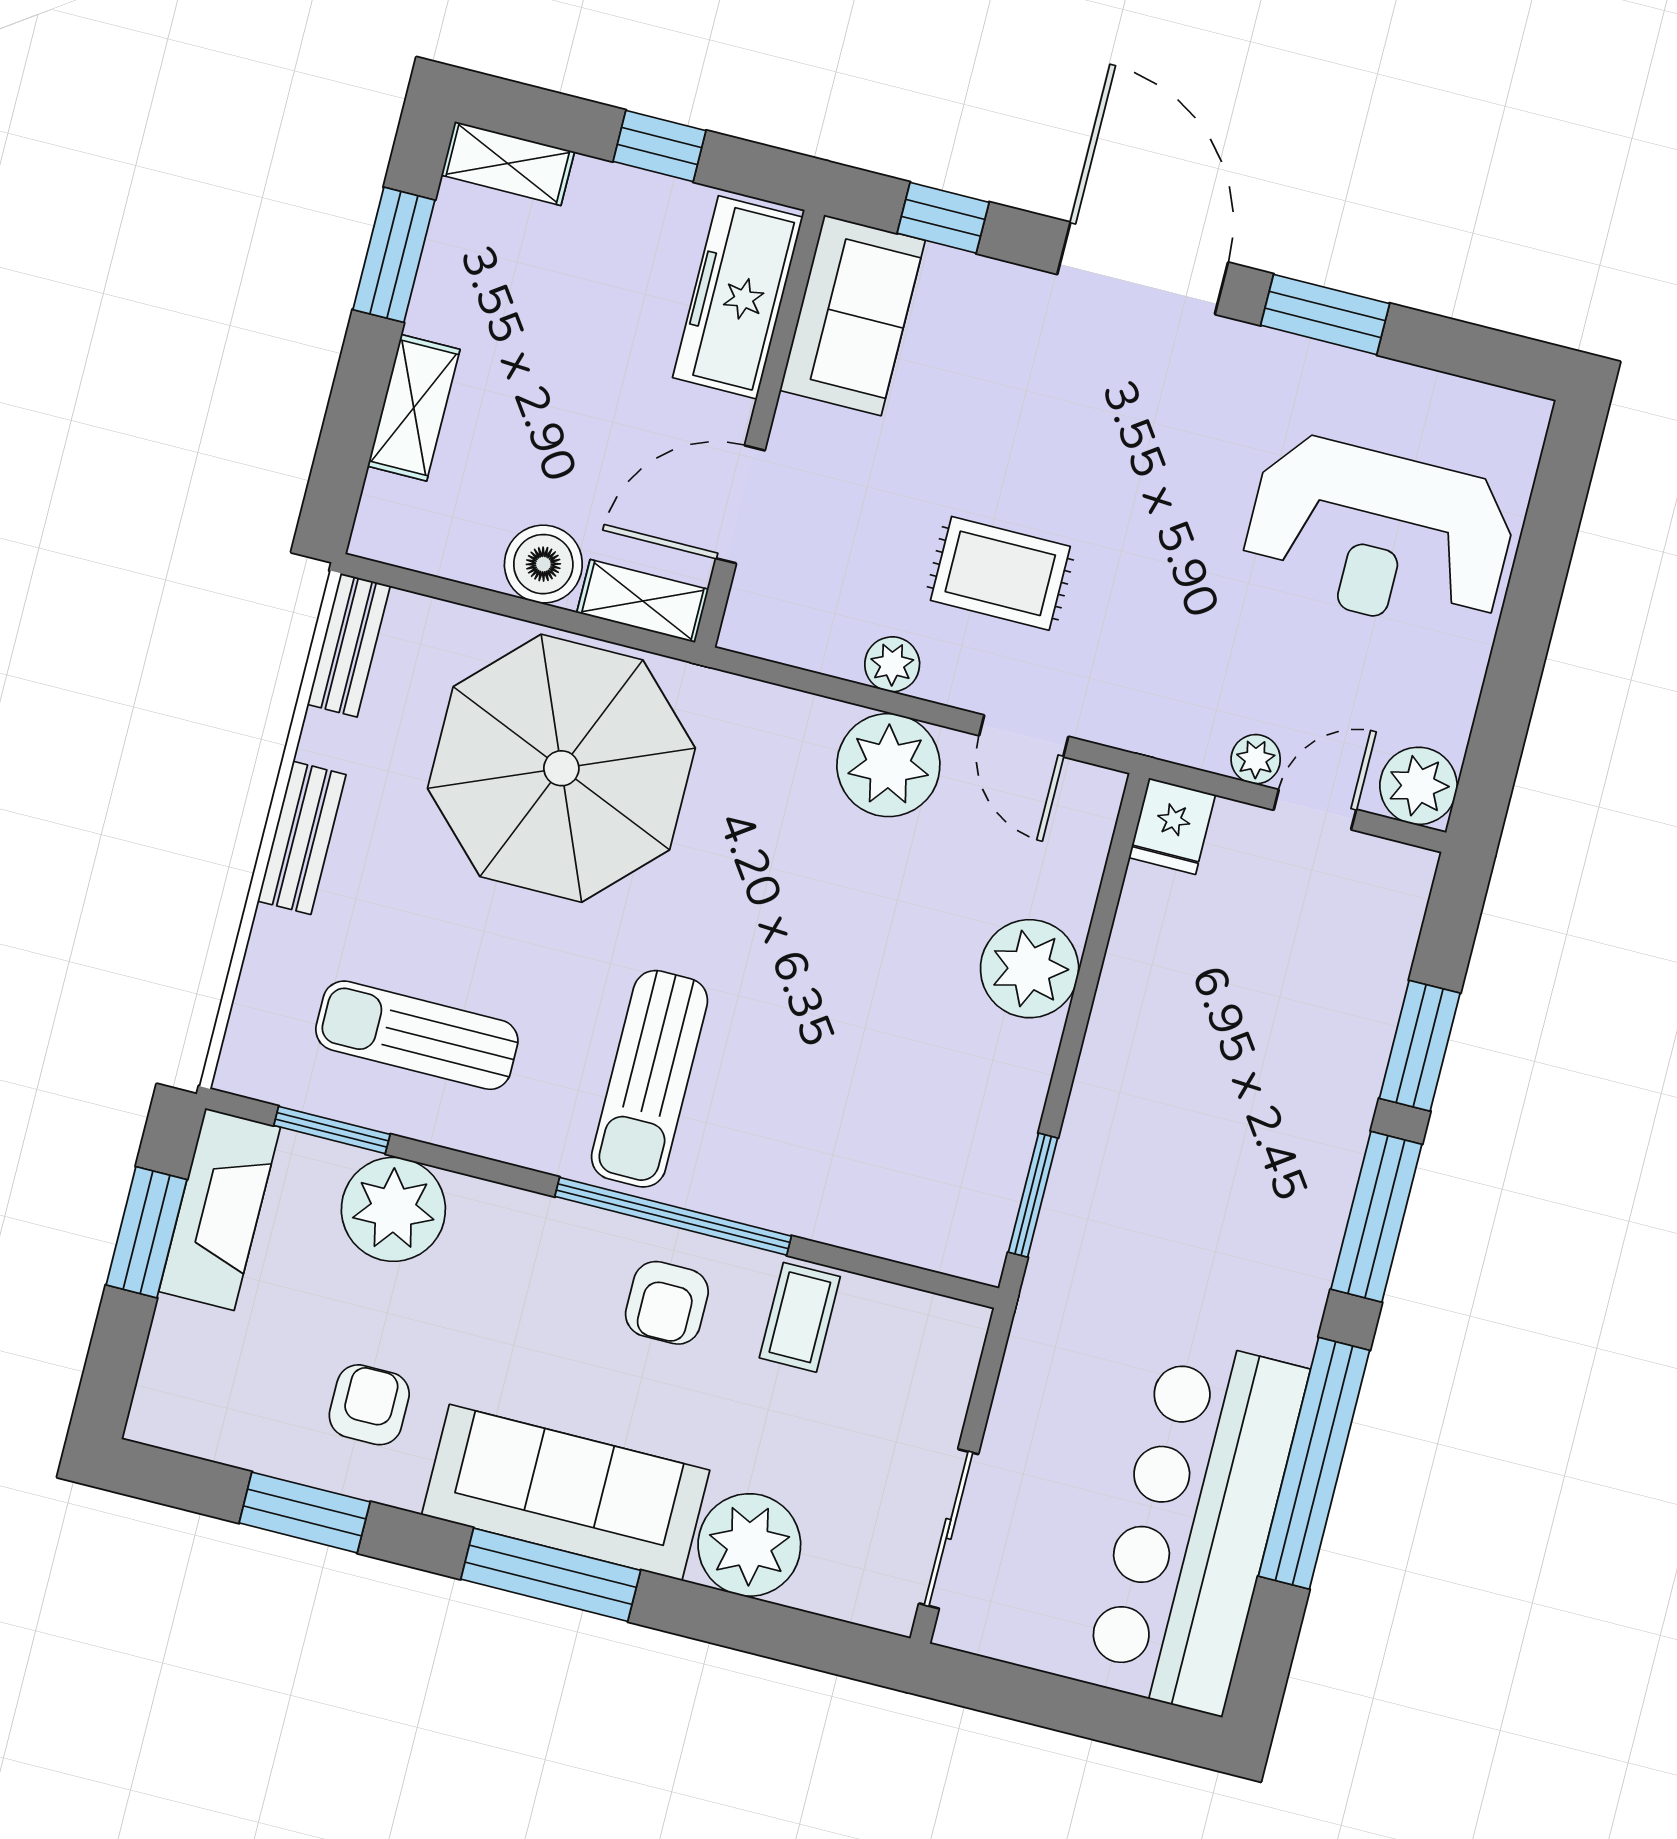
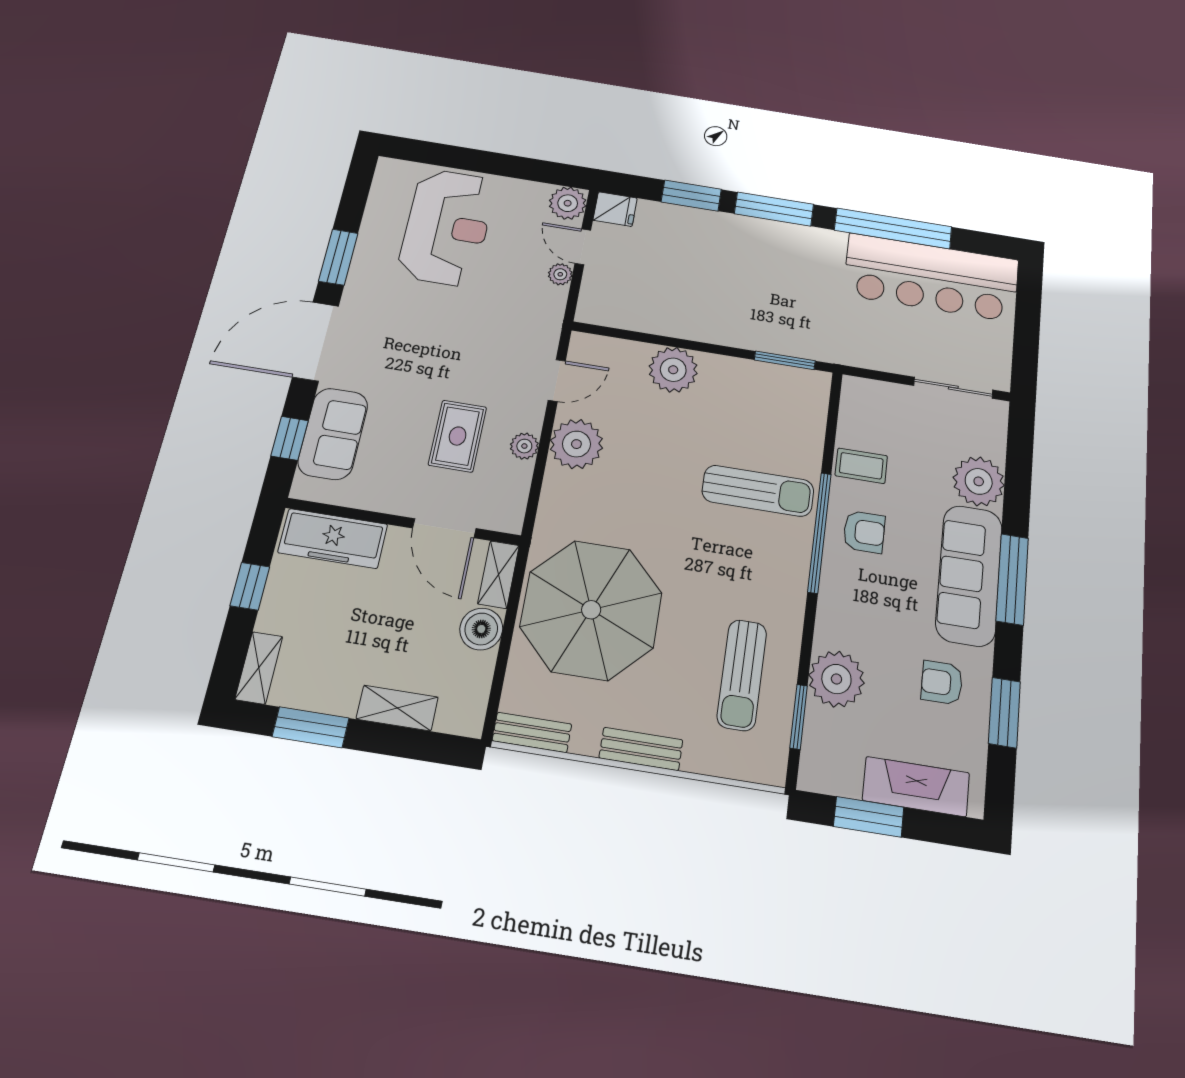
sofa: (852, 315) -> (333, 434), moved, turned 90
rug: (1000, 573) -> (458, 436), moved
fridge: (1172, 826) -> (615, 209), moved
sun lounger: (650, 1079) -> (758, 491), moved
fireplace: (220, 1209) -> (916, 786), moved

